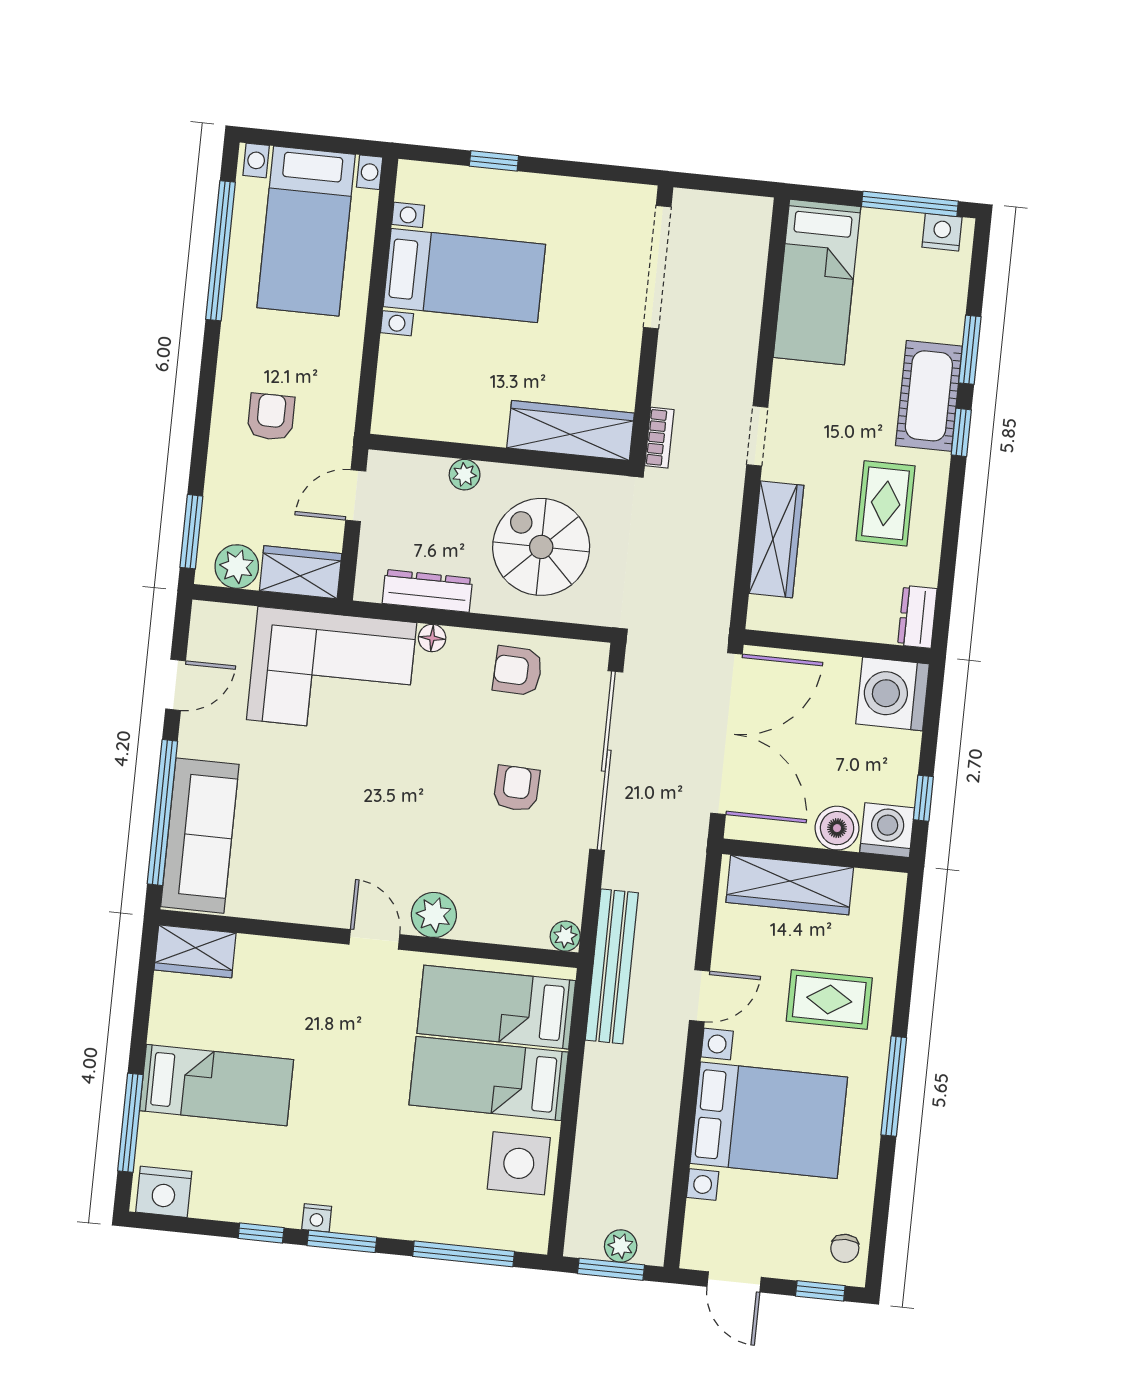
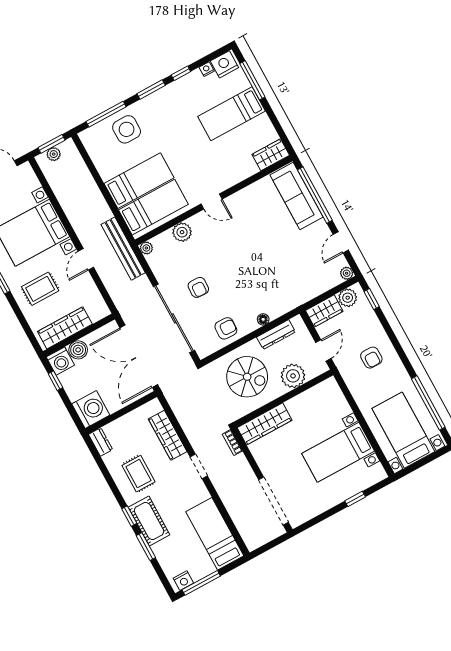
plant: (465, 475) -> (293, 376), width x1.87, depth x1.87
window: (191, 532) -> (372, 299), width x0.67
plant: (206, 616) -> (347, 273), added
corner sofa: (332, 671) -> (290, 284), removed
wardrobe: (790, 885) -> (65, 328), moved
plant: (434, 915) -> (182, 232), moved
side table: (519, 1163) -> (127, 129), moved
nightstand: (317, 1218) -> (207, 69), moved

